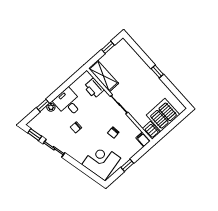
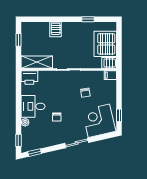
server rack: (141, 68) -> (56, 29), added
window: (157, 71) -> (88, 19), moved
printer: (94, 88) -> (29, 77), moved
window: (43, 105) -> (18, 140), moved
sliding door: (54, 148) -> (77, 143), moved
window: (127, 165) -> (119, 115), moved

